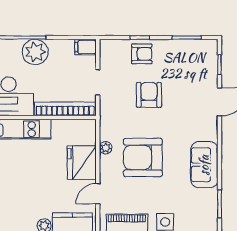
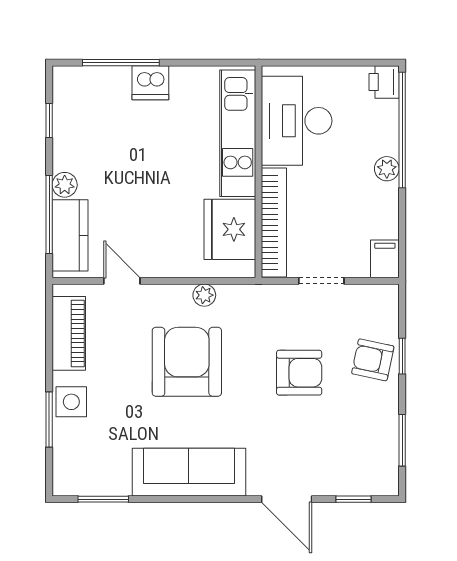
plant: (35, 52) -> (387, 169), width x0.53, depth x0.53
armchair: (142, 54) -> (373, 360), turned 102
fridge: (82, 163) -> (230, 229), moved, turned -90
sofa: (204, 165) -> (189, 472), width x1.36

